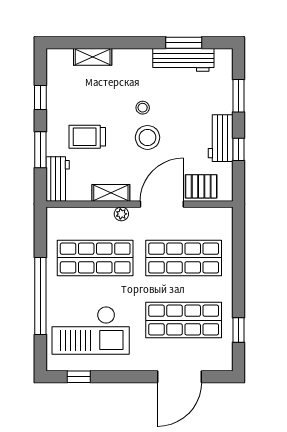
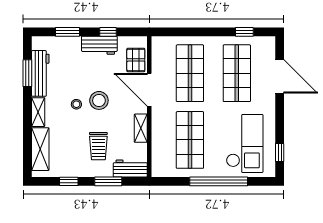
shelving: (93, 57) -> (40, 149), width x1.50, depth x1.33
shelving: (132, 57) -> (38, 112), added
plant: (121, 214) -> (157, 120), removed

